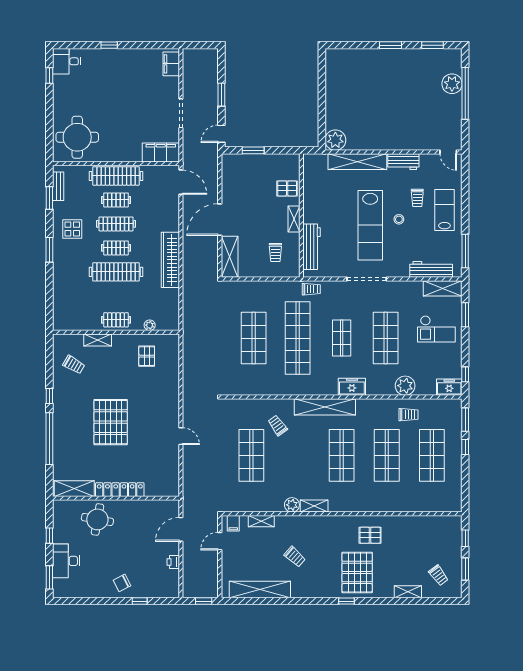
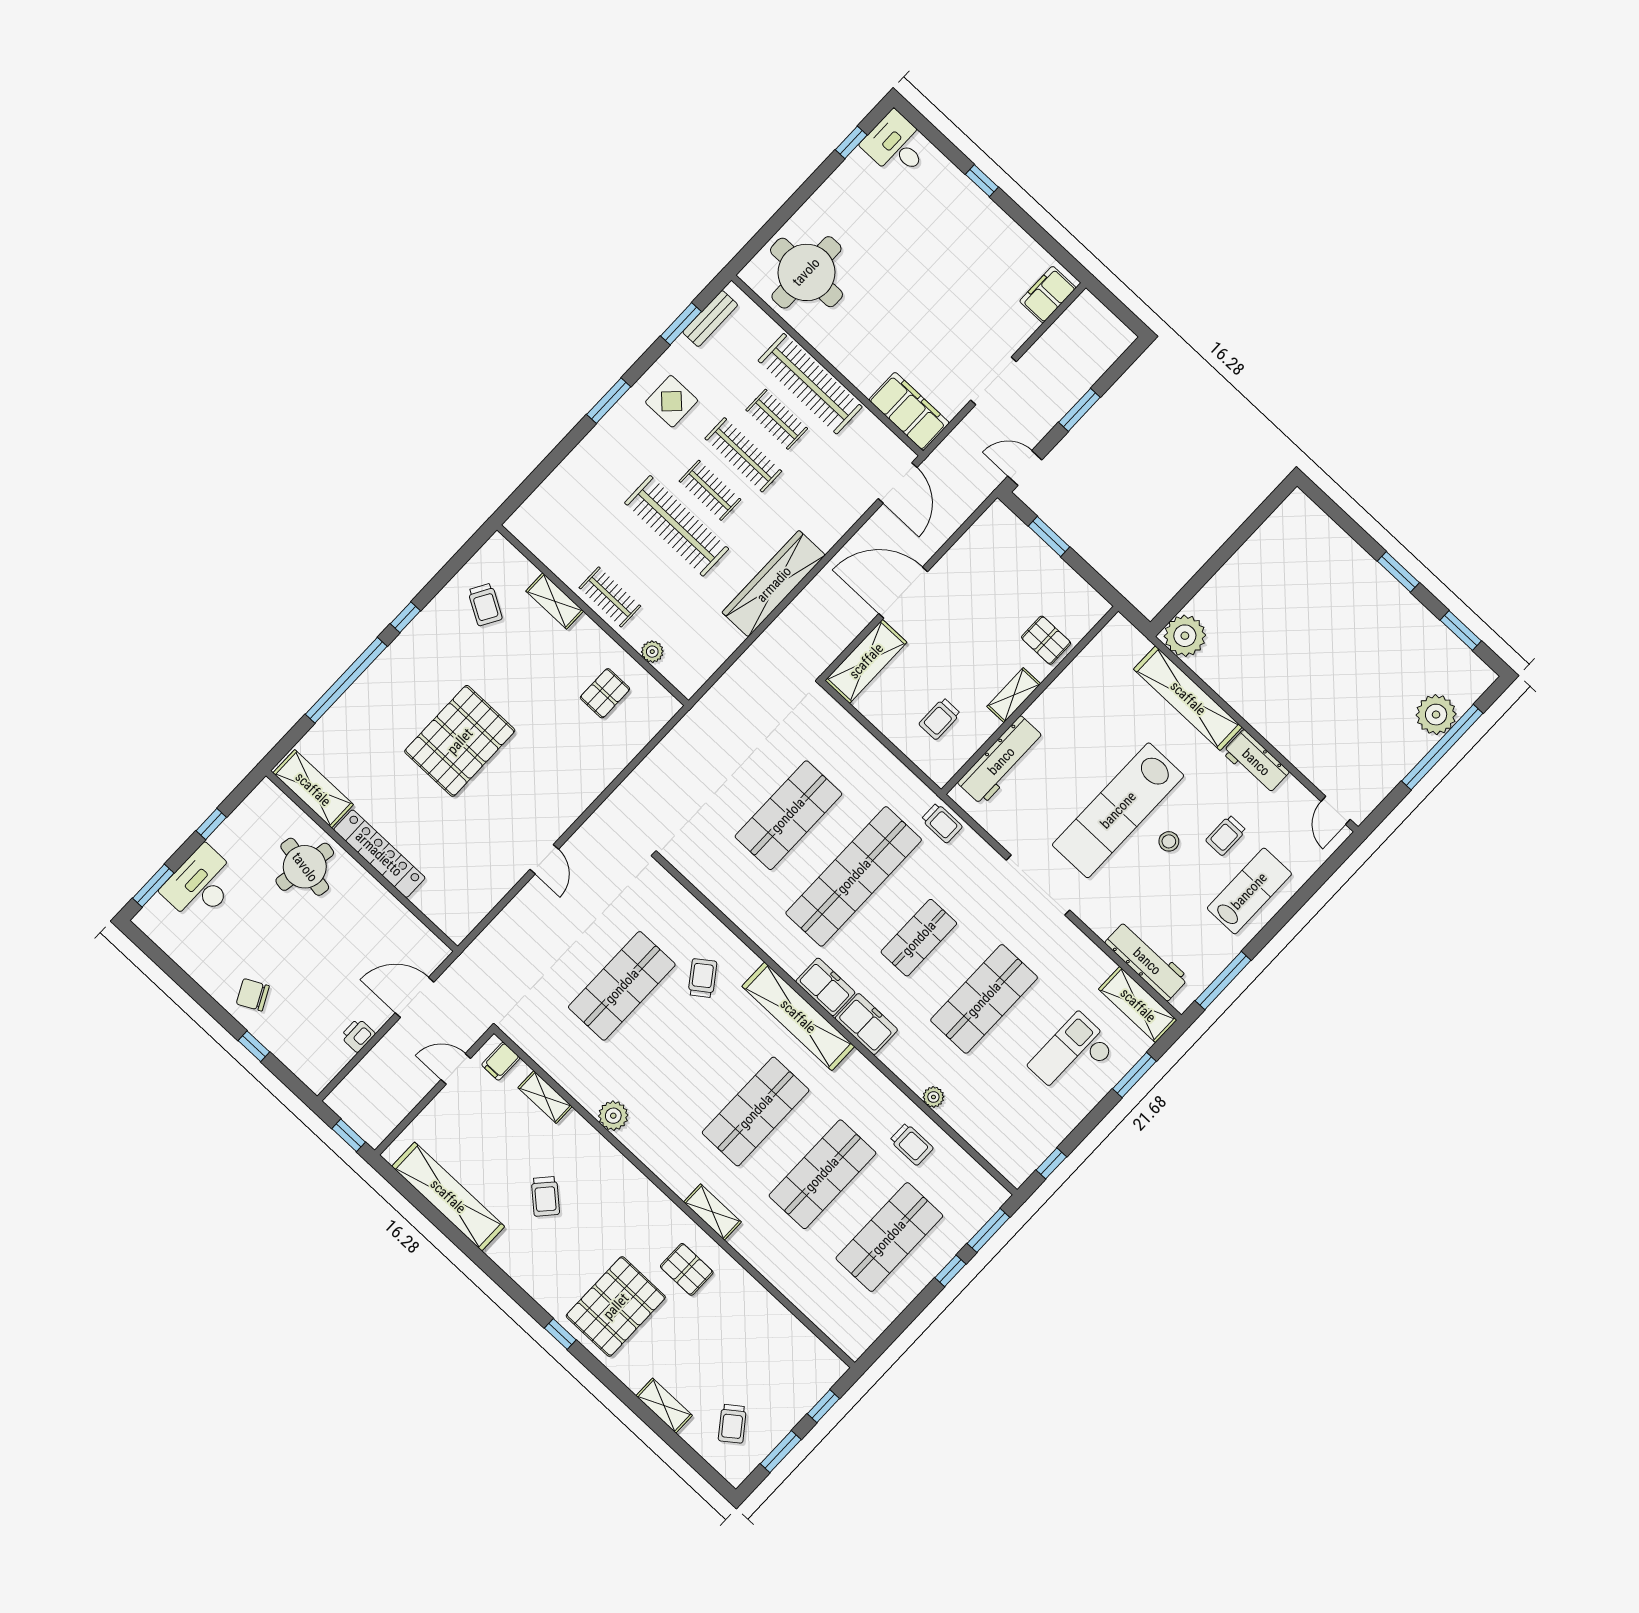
checkout: (436, 329) -> (1072, 1056), turned 90
plant: (405, 386) -> (933, 1097), width x0.53, depth x0.53
freezer: (449, 387) -> (825, 987), moved
shelving: (314, 506) -> (712, 1212), moved

